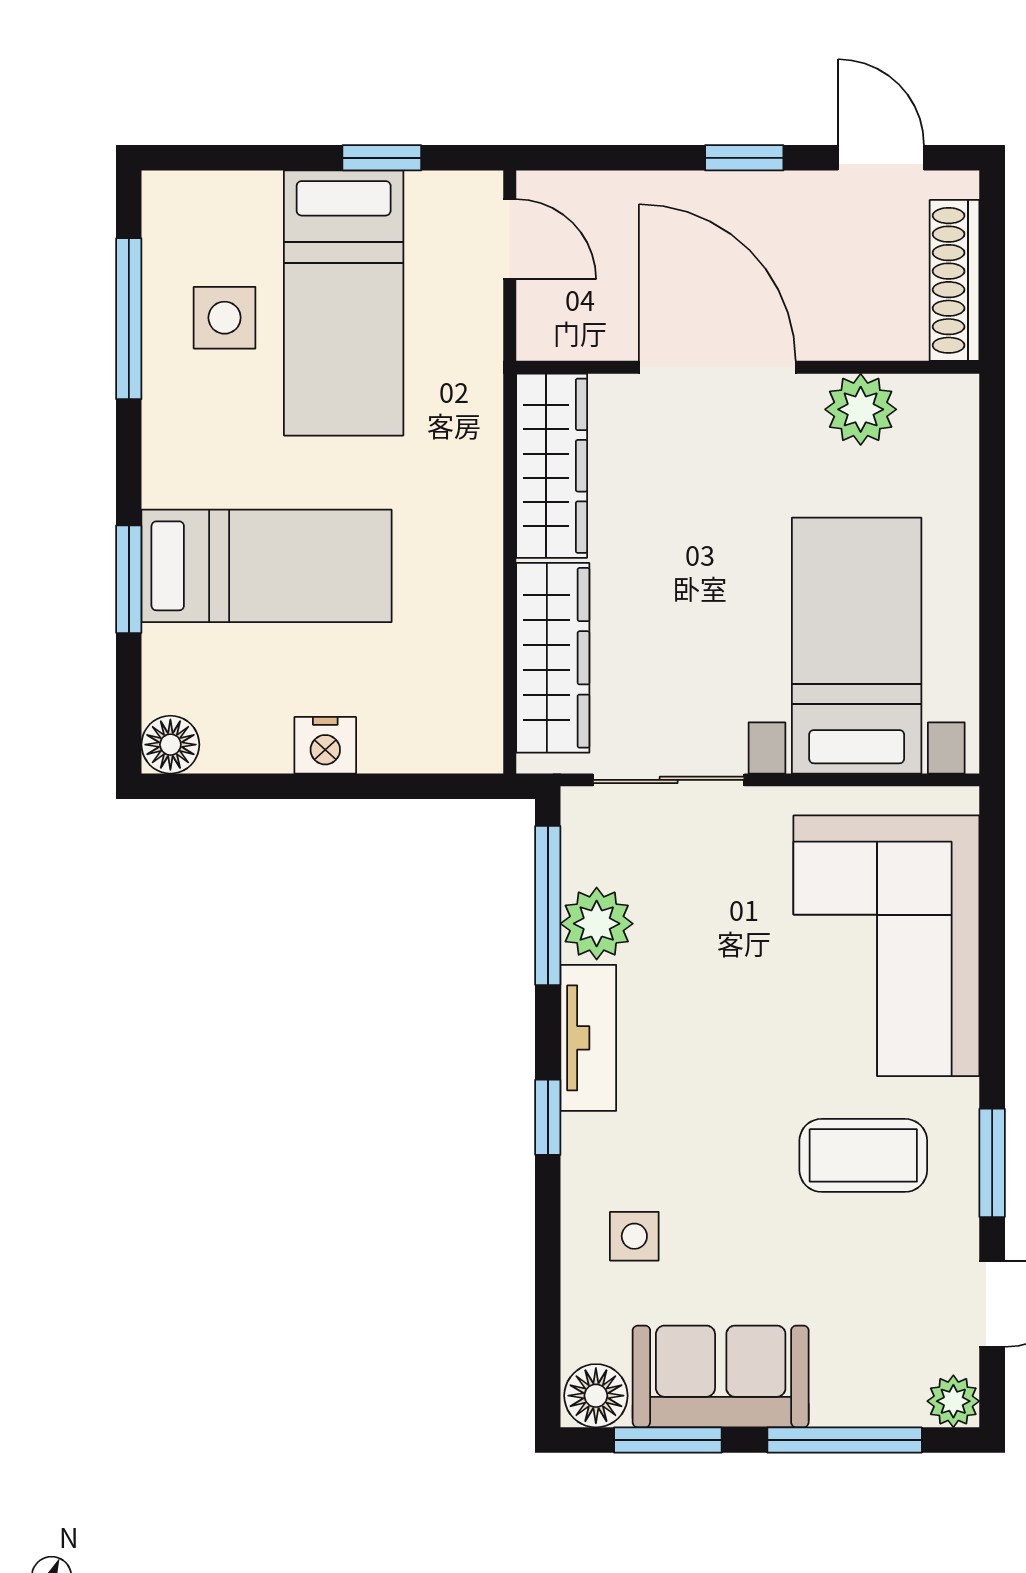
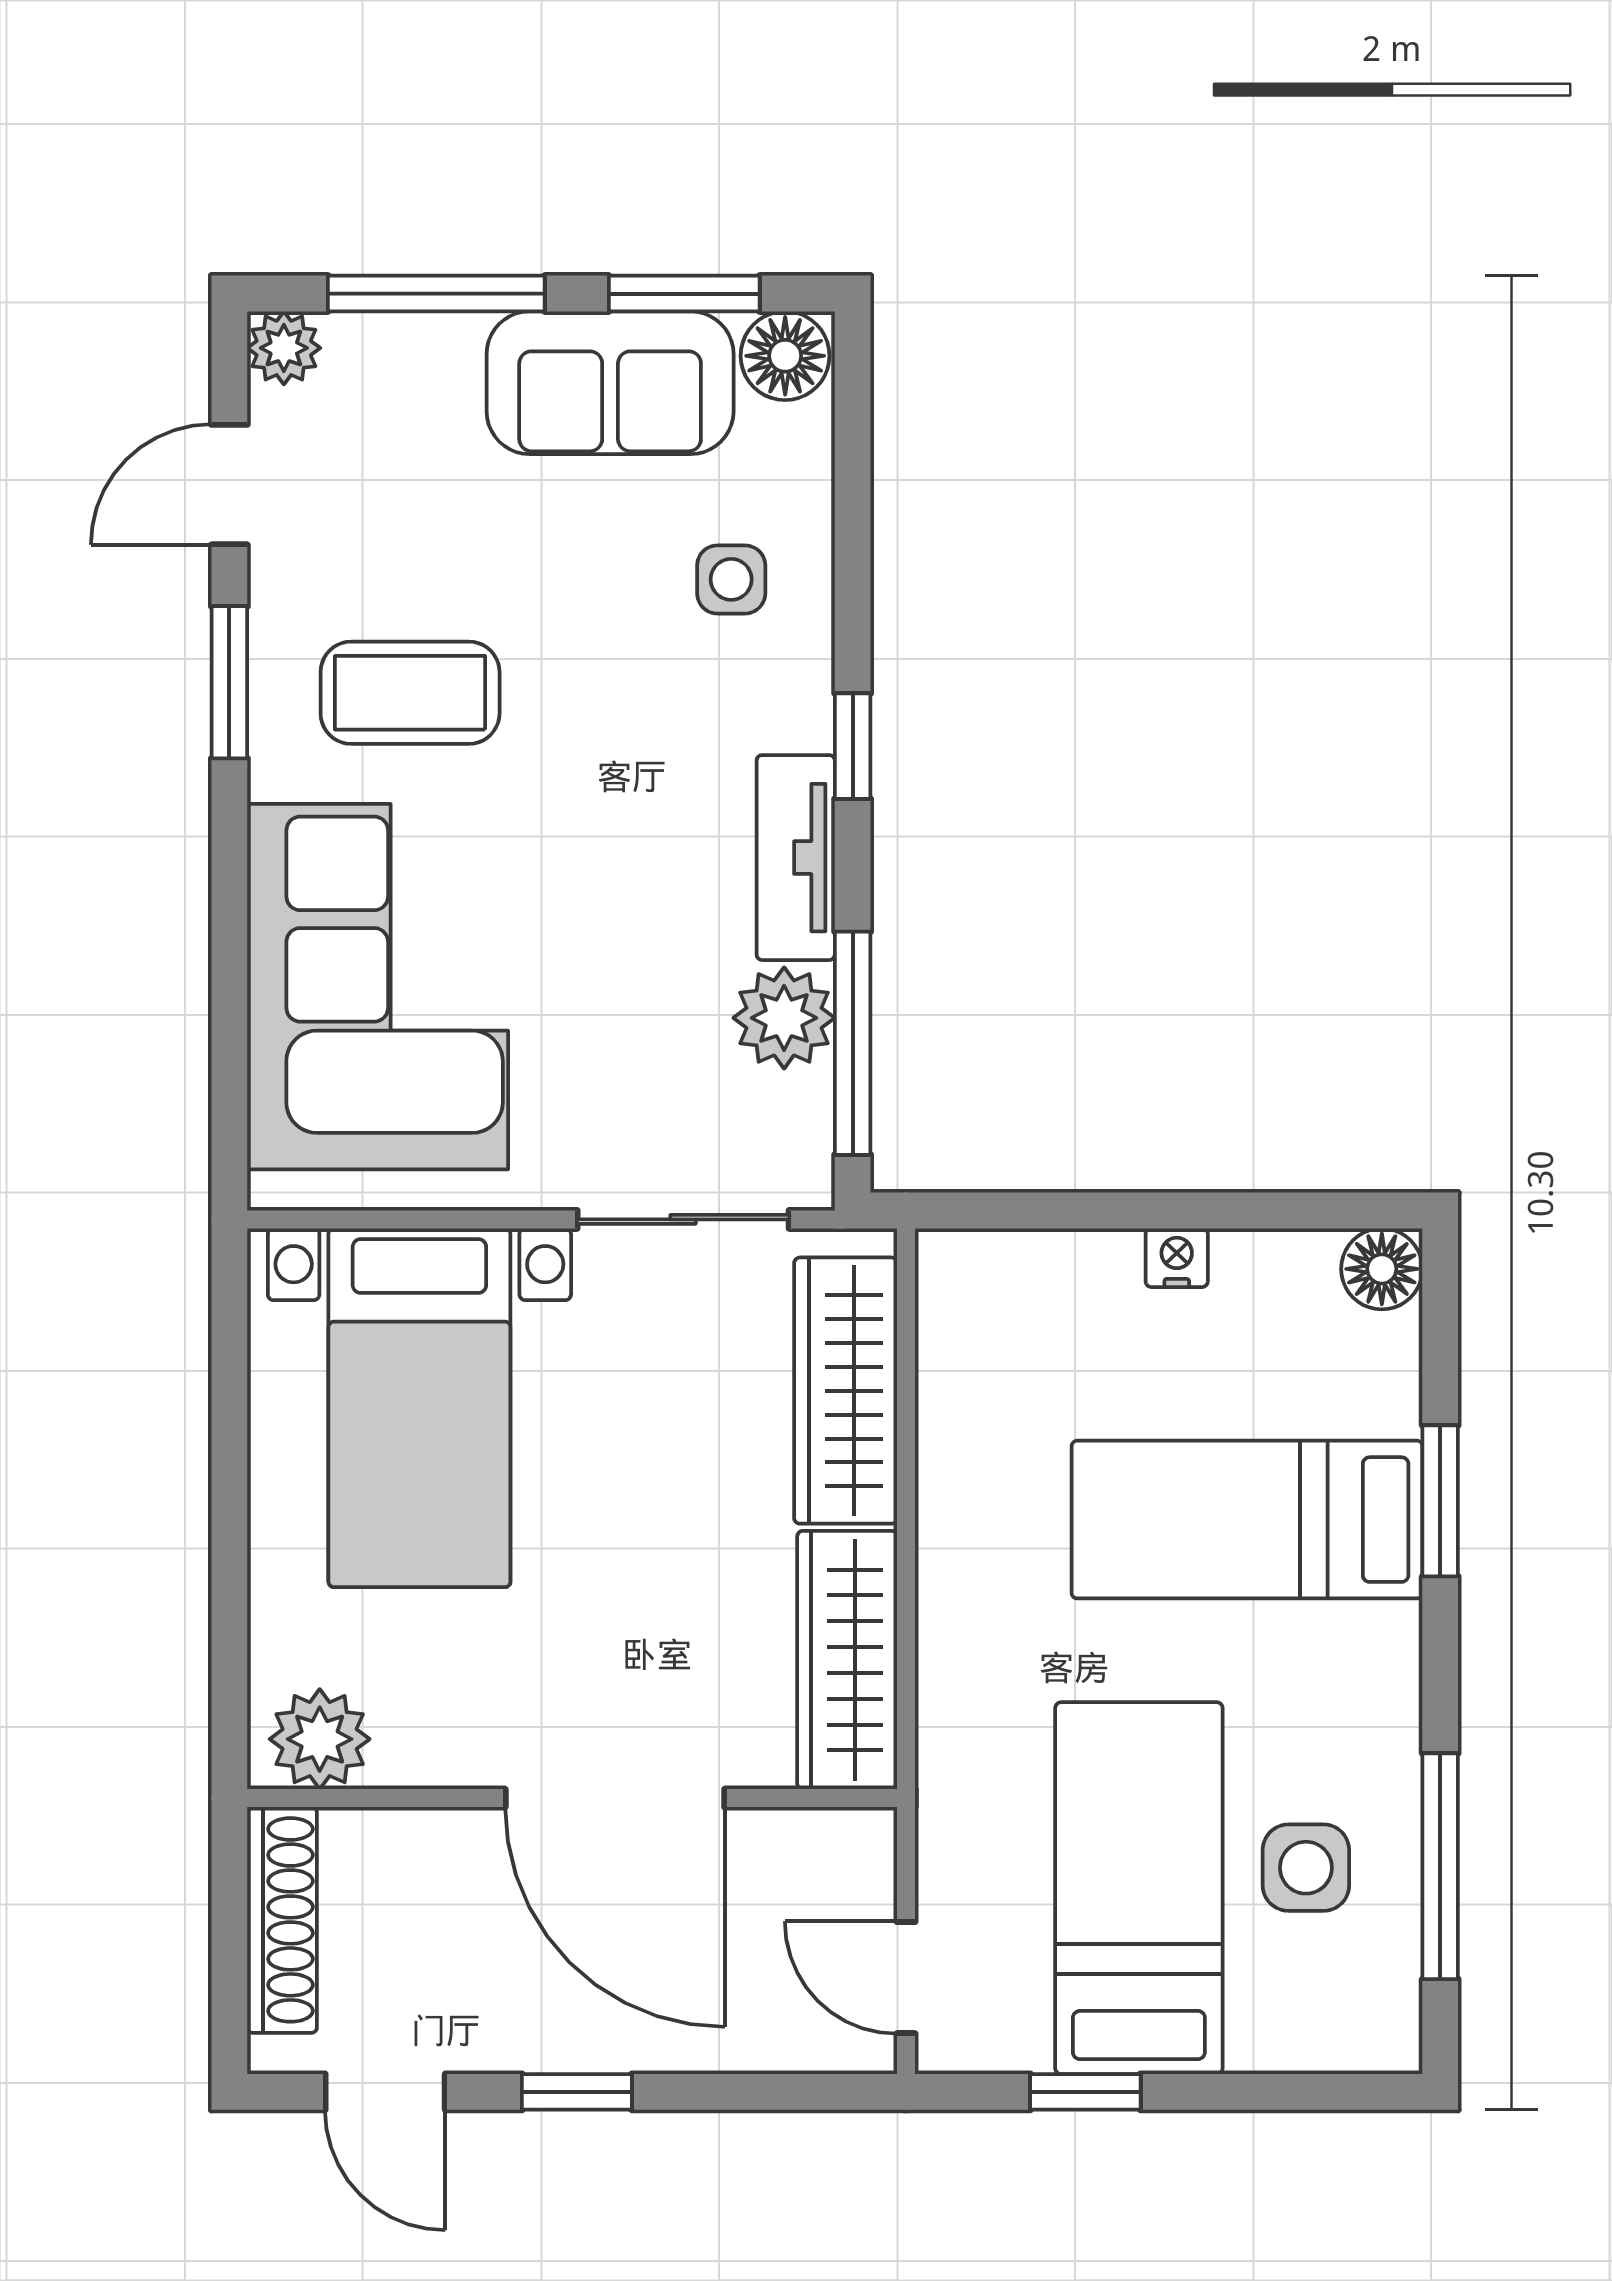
plant: (861, 409) -> (320, 1739), moved
nightstand: (325, 745) -> (1177, 1258), width x0.72, depth x0.74

